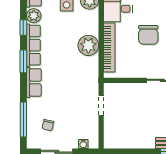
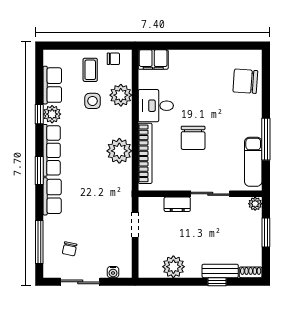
window: (23, 28) -> (39, 114), moved
dresser: (135, 89) -> (177, 204), added
plant: (132, 140) -> (173, 267), added

